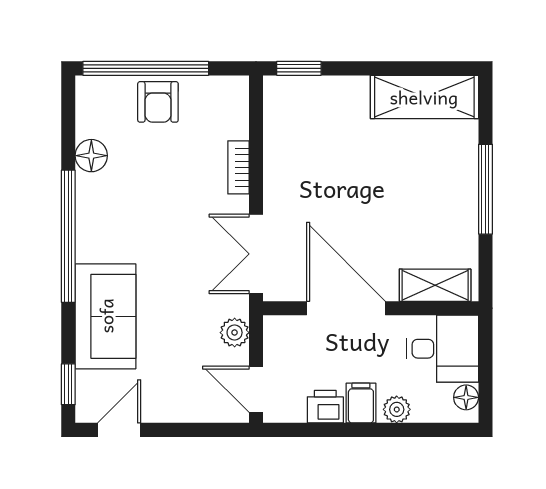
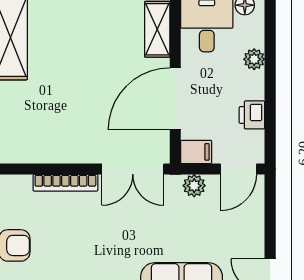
bookcase: (238, 167) -> (65, 183), width x1.56
filing cabinet: (361, 403) -> (196, 152), moved, turned 180

